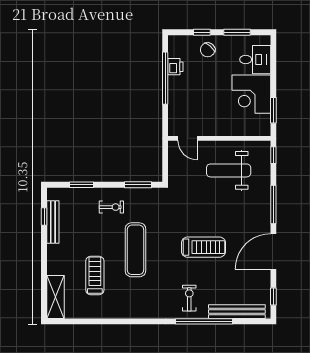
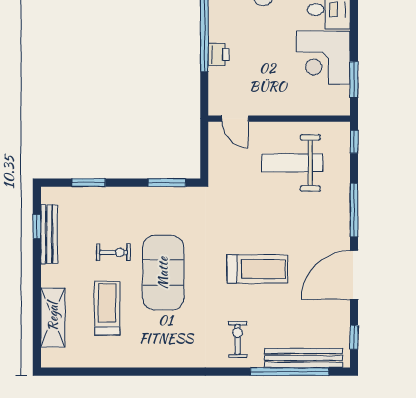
printer: (175, 67) -> (219, 55), moved
exercise bike: (111, 207) -> (114, 252), moved
exercise mat: (135, 250) -> (163, 273), width x1.47
shelving: (56, 297) -> (53, 317), moved
window: (204, 321) -> (290, 372), moved

